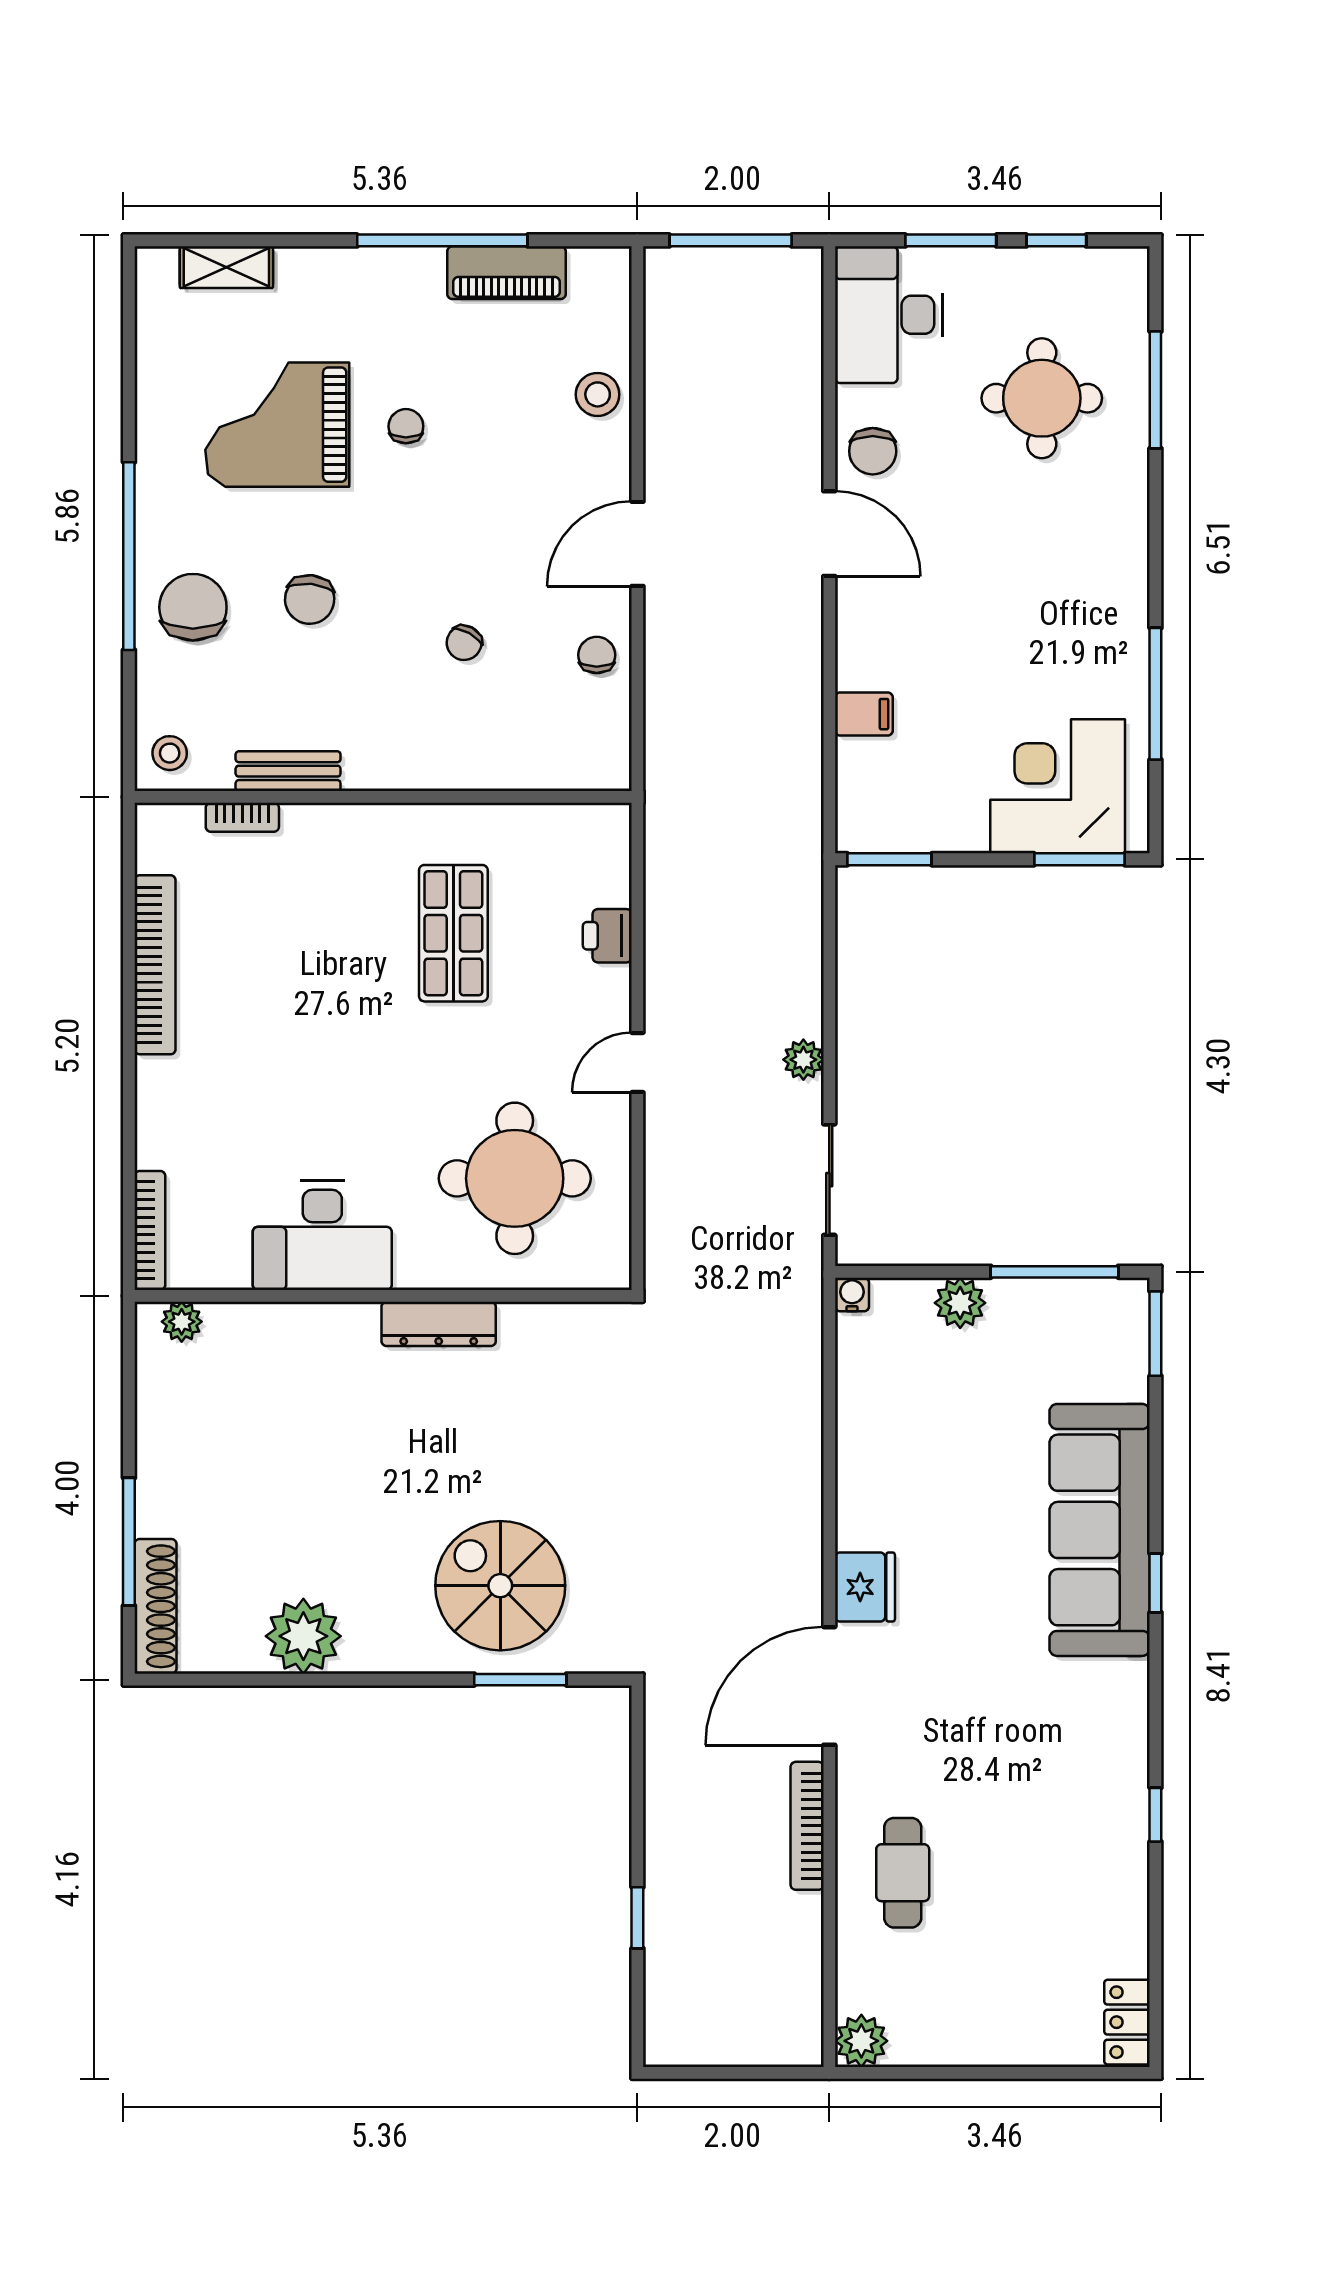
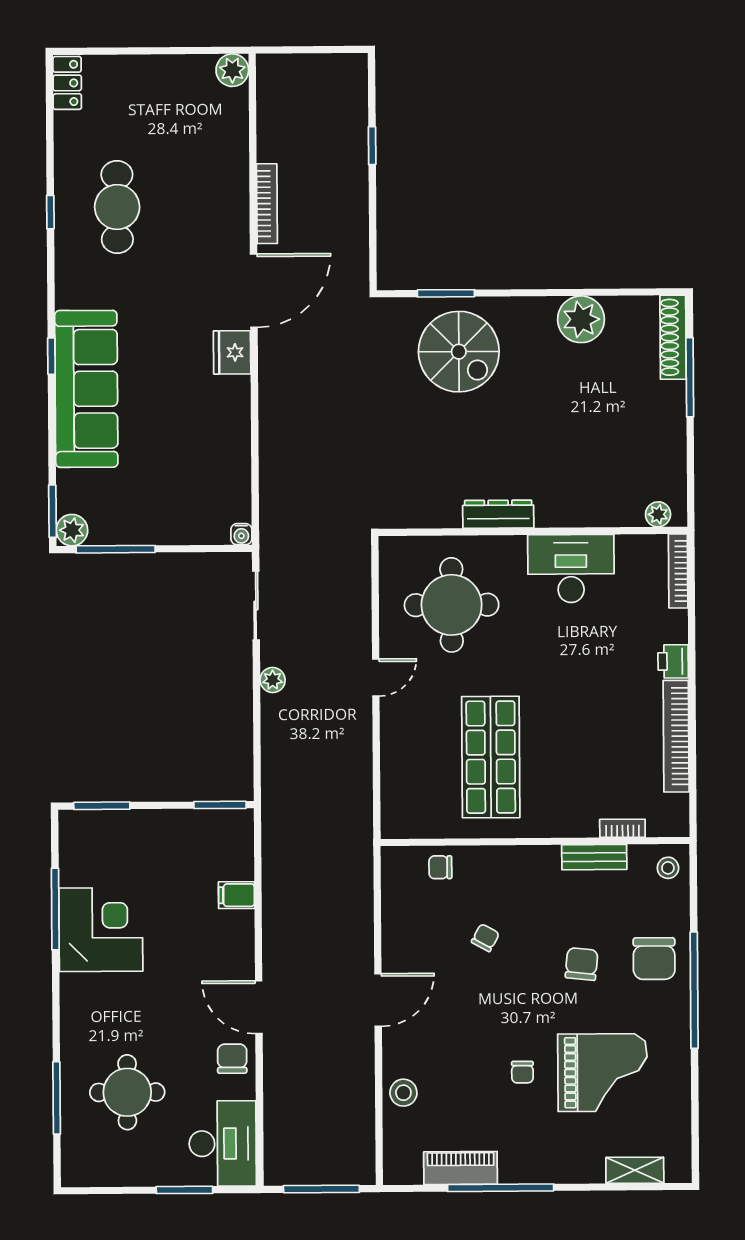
window: (1056, 240) -> (119, 1190), removed
chair: (597, 655) -> (440, 867), moved, turned 90
corner desk: (1058, 786) -> (101, 930), moved, turned -90
shop shelf: (453, 933) -> (491, 757), width x1.43, depth x1.36
printer: (607, 936) -> (673, 661), moved, turned 180
plant: (960, 1303) -> (72, 530), moved
cafe table: (903, 1873) -> (117, 207), moved, width x1.37, depth x1.35

